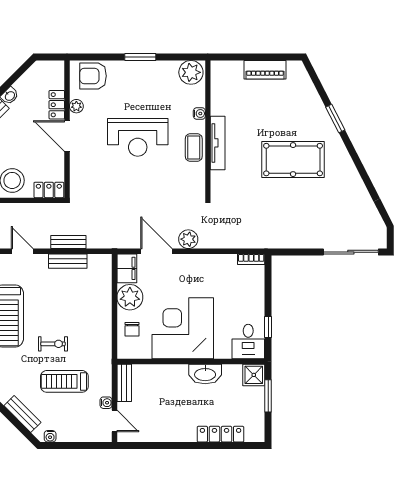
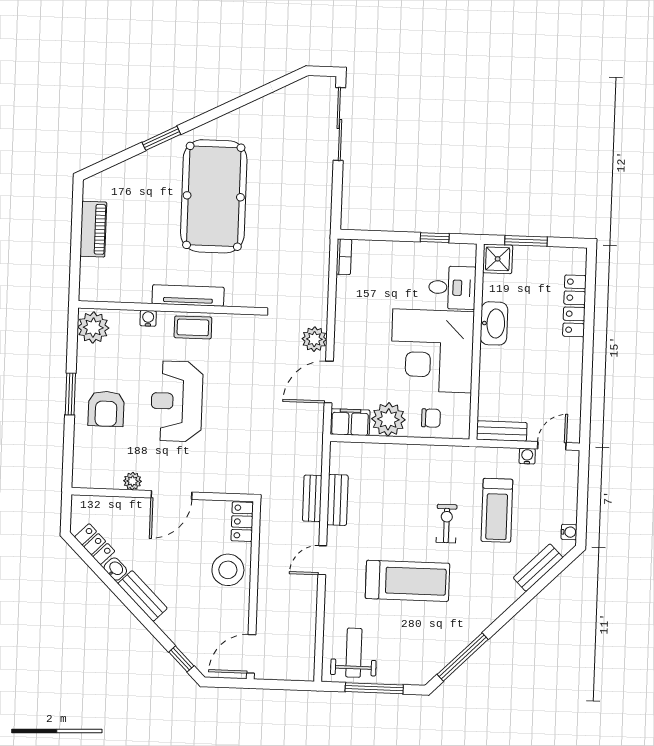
armchair: (93, 76) -> (106, 409), moved
locker: (57, 105) -> (95, 544), moved, turned -135
reception desk: (138, 137) -> (177, 401), turned 180
pool table: (293, 160) -> (214, 196), width x1.36, depth x1.32
desk: (248, 342) -> (452, 288), moved

